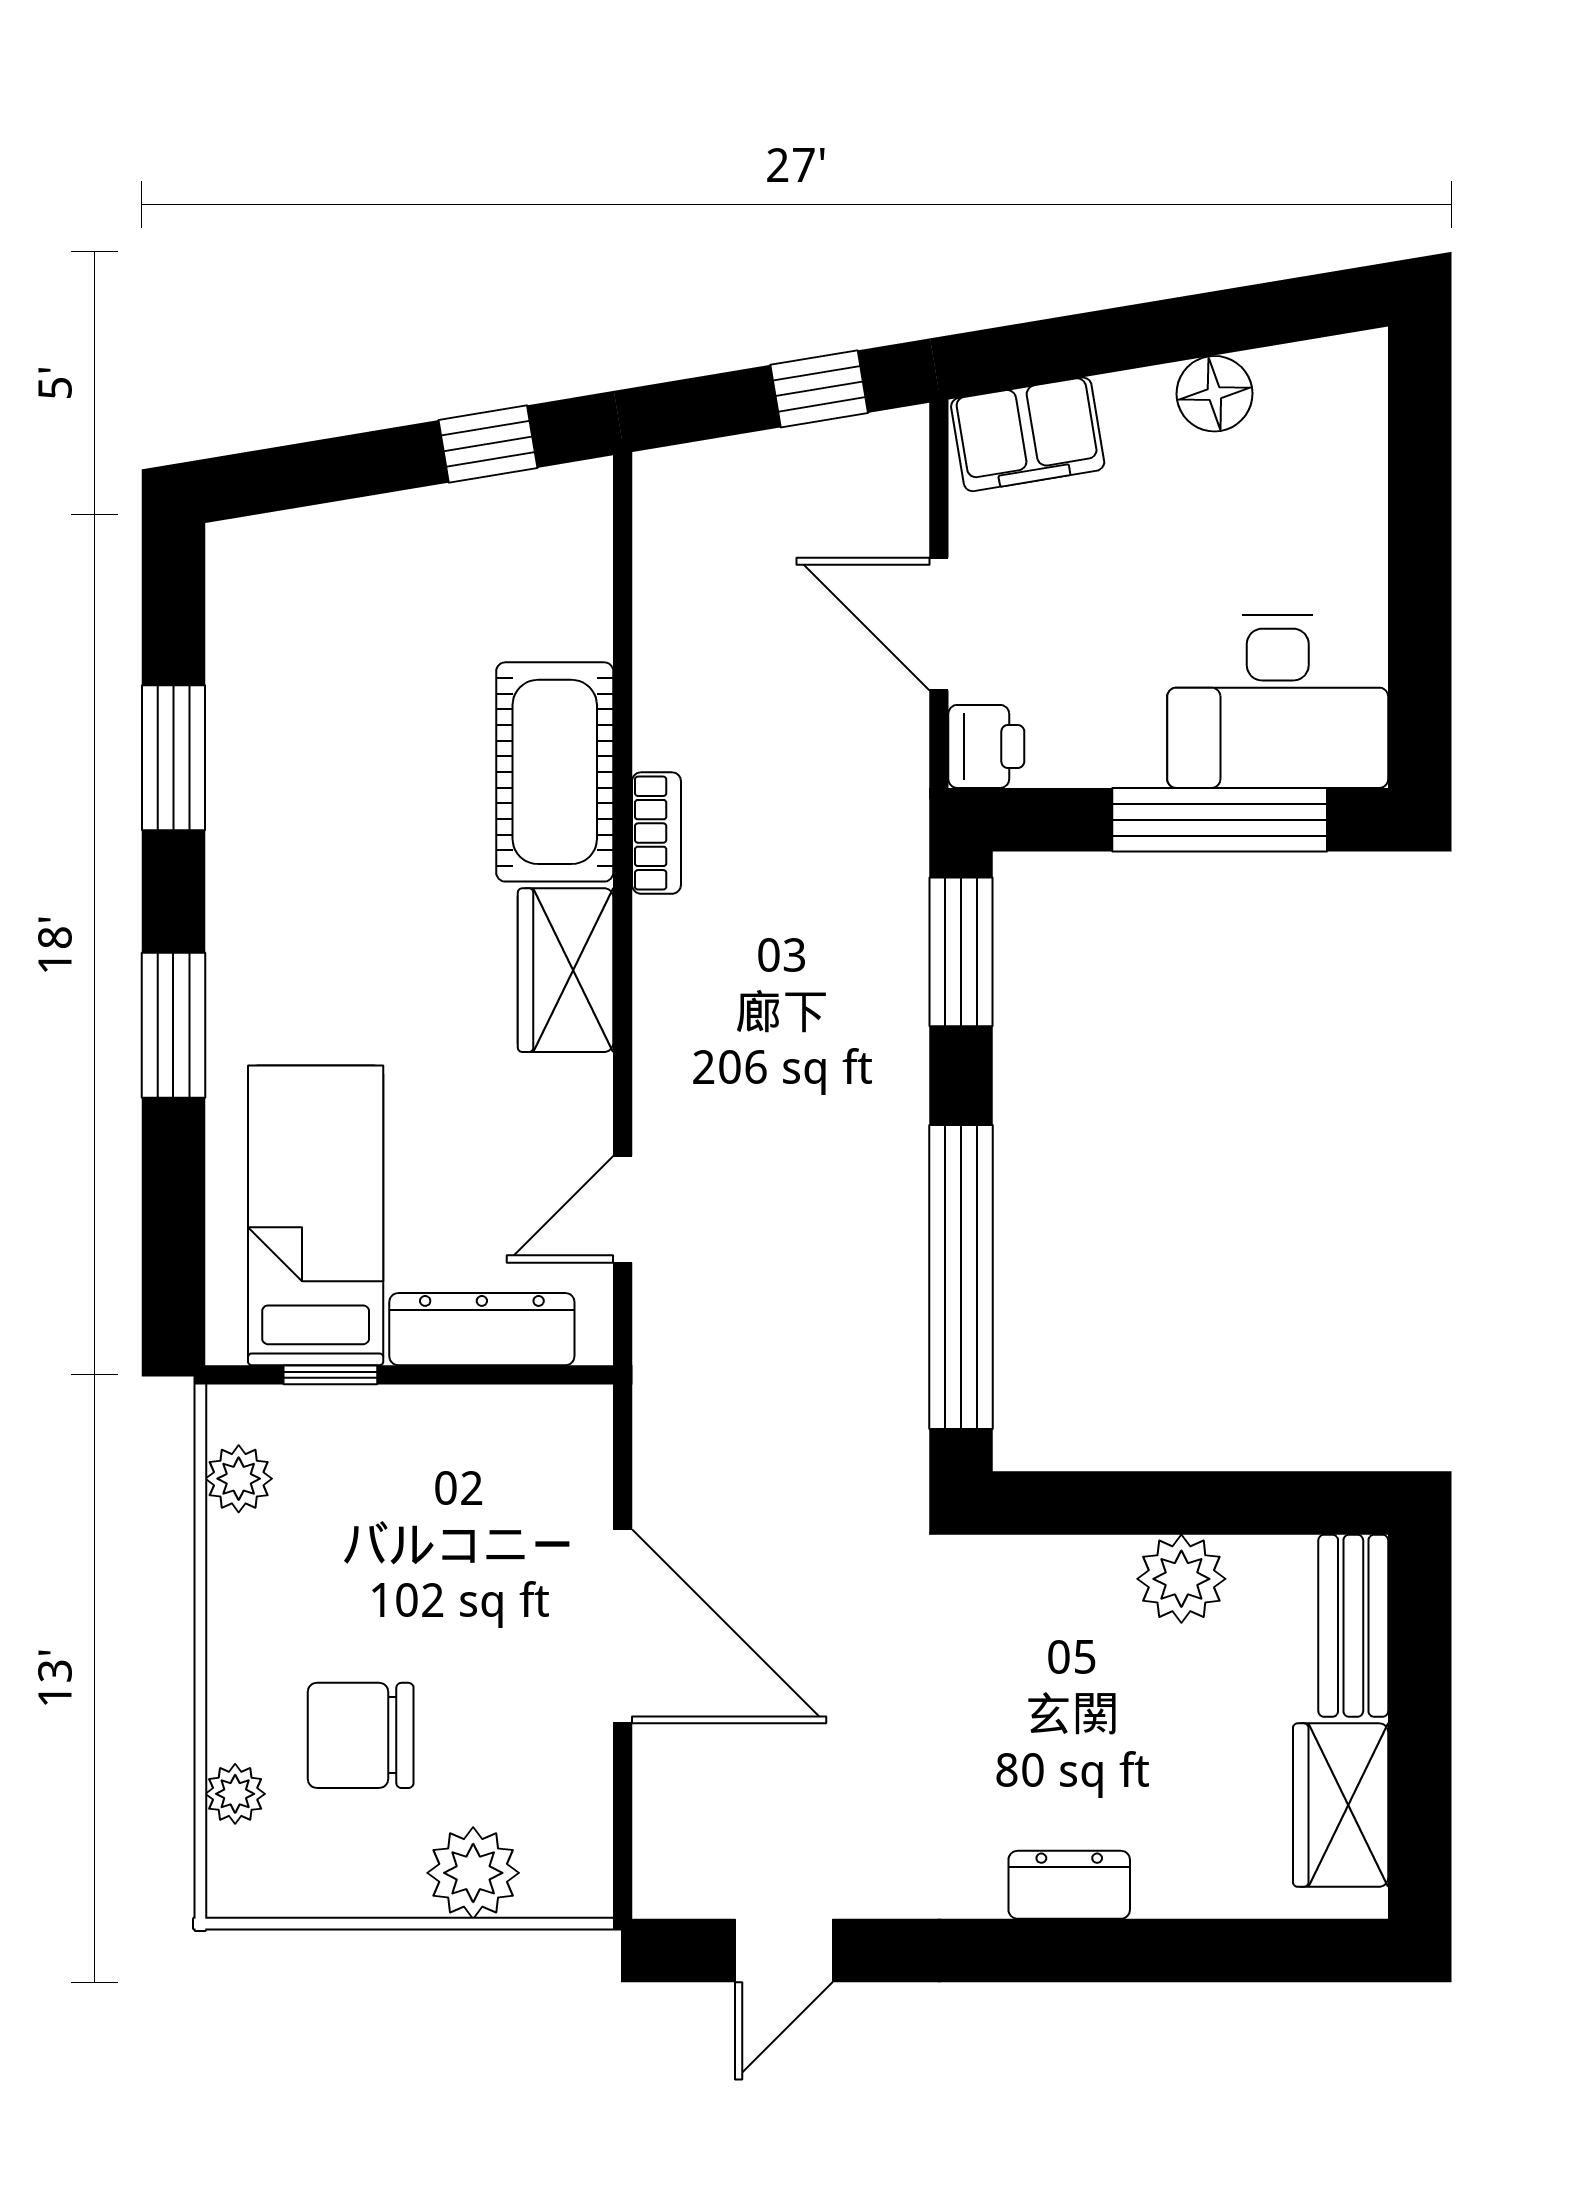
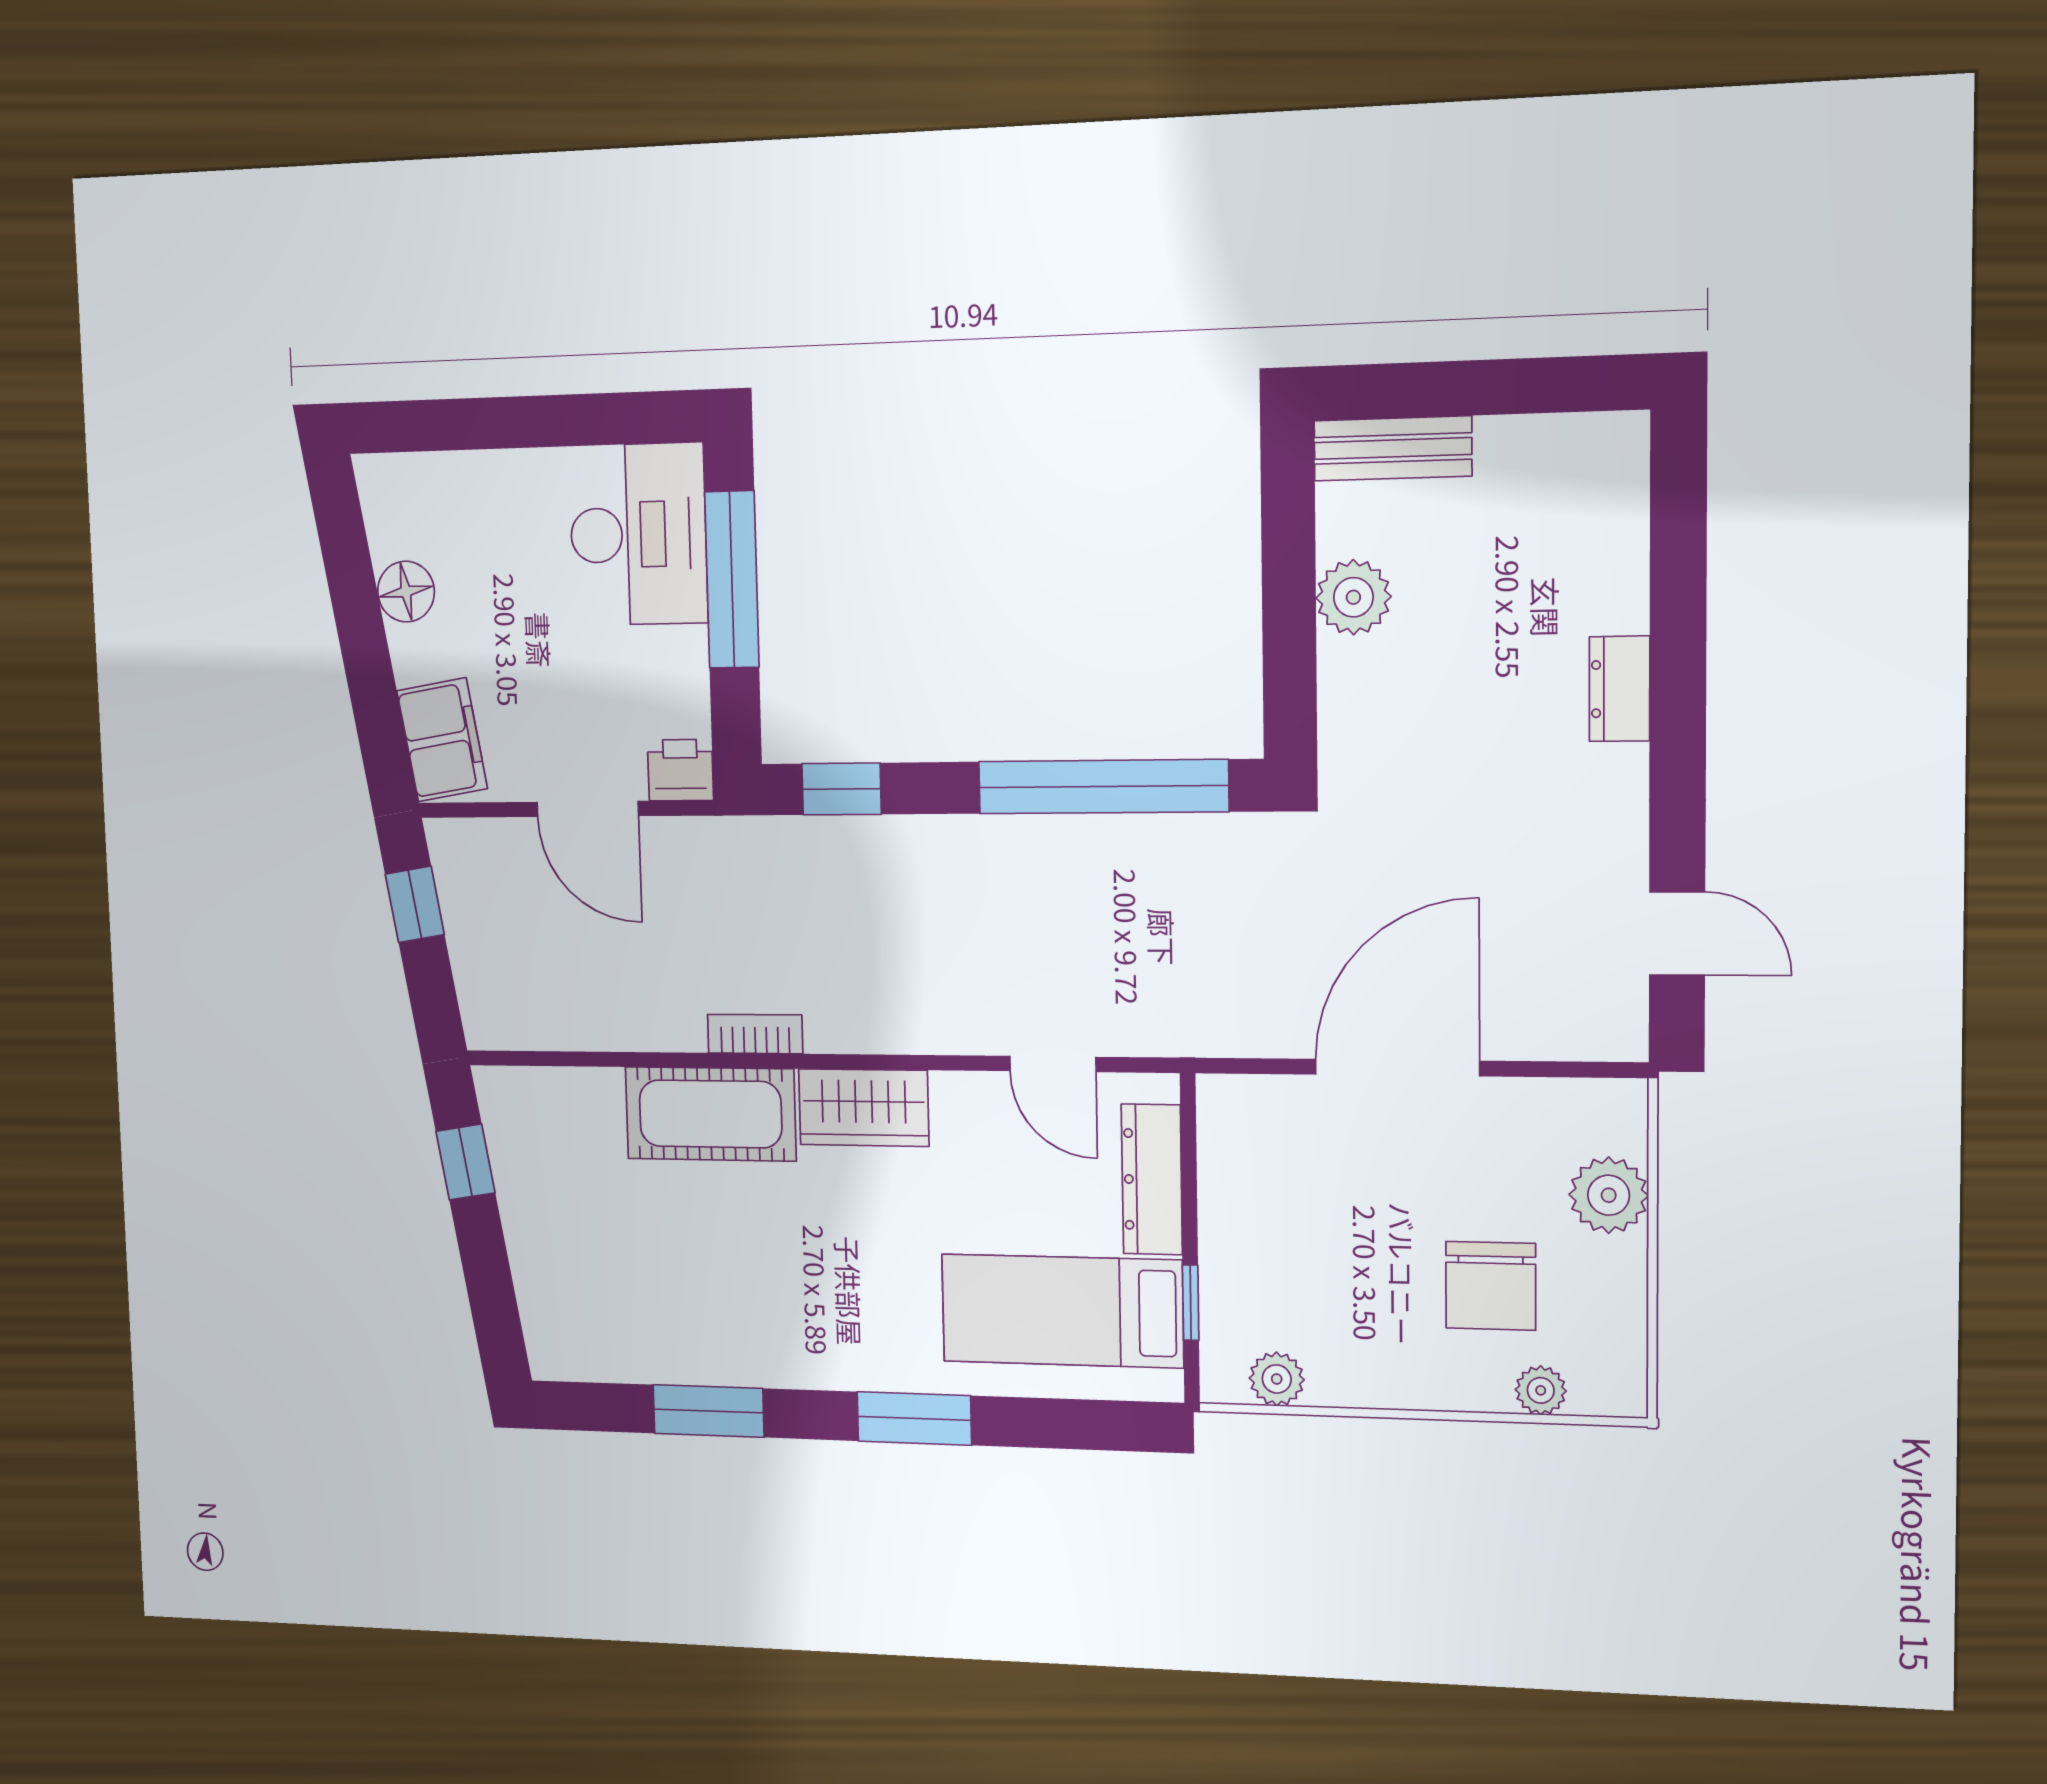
door: (939, 624) -> (588, 809), hinge flipped
window: (961, 952) -> (841, 789), width x0.67
wardrobe: (1341, 1805) -> (1549, 454), removed

